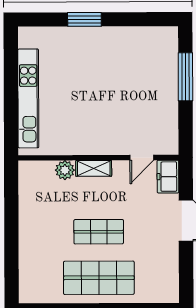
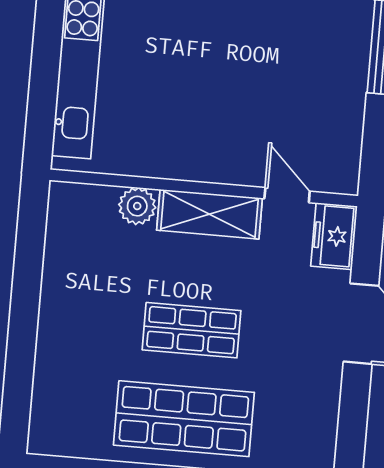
door: (142, 158) -> (287, 195), swing flipped
shelving: (94, 168) -> (210, 214), width x1.50, depth x1.33

